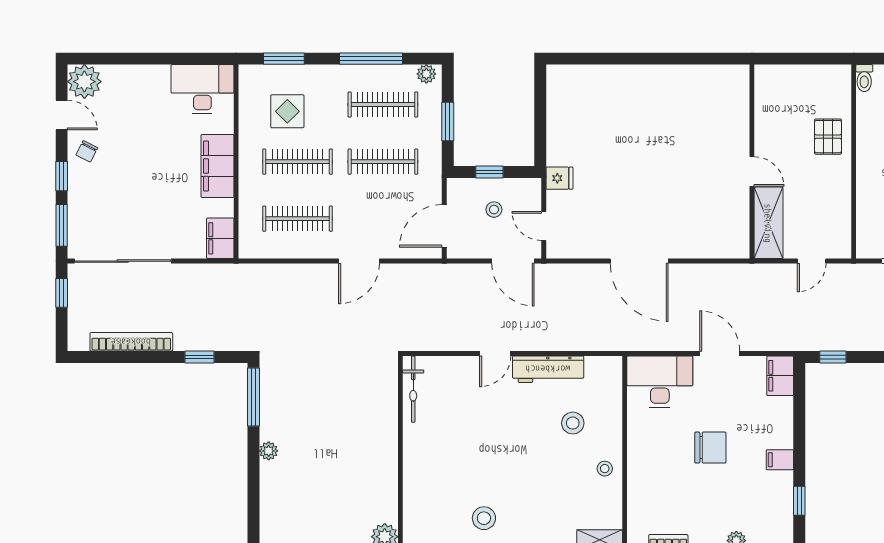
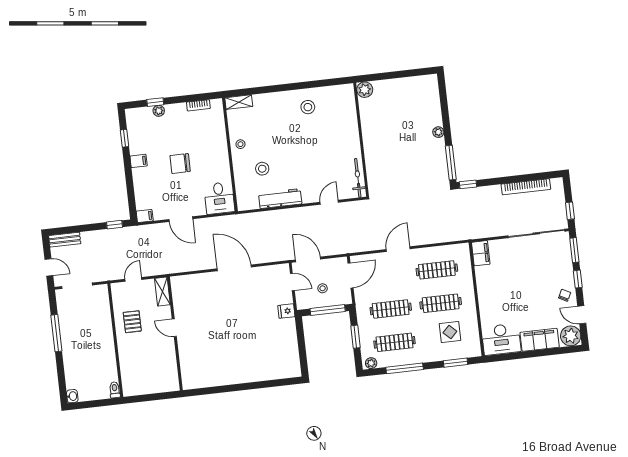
pallet: (828, 137) -> (132, 322), moved
filing cabinet: (217, 166) -> (540, 340), moved, turned -90
window: (489, 172) -> (328, 310), width x2.17
shelving: (768, 223) -> (162, 292), width x0.67, depth x0.75
door: (495, 354) -> (329, 202), moved
window: (200, 357) -> (468, 184), moved
filing cabinet: (780, 376) -> (145, 216), width x0.50
desk: (660, 382) -> (219, 198), width x0.73

